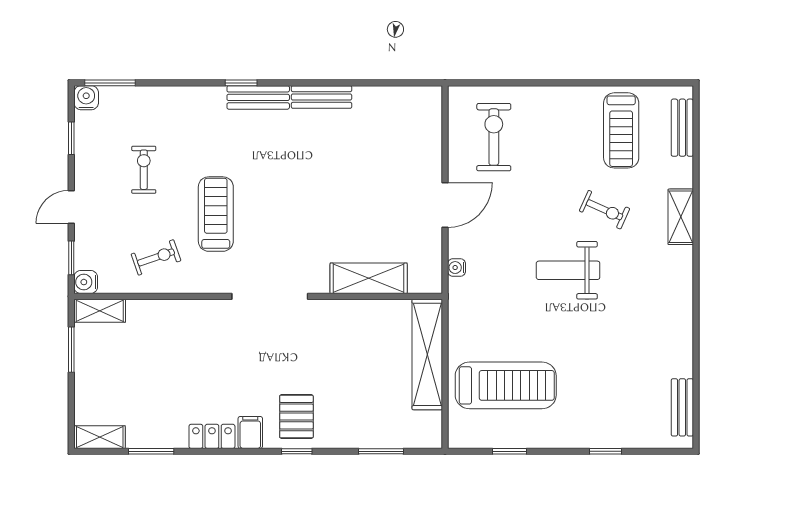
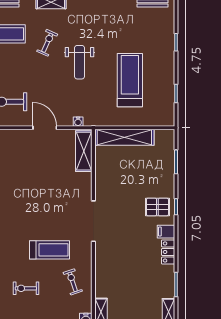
treadmill: (216, 214) -> (50, 250), turned 180
shelving: (369, 278) -> (84, 151), moved
treadmill: (506, 385) -> (130, 80), moved

